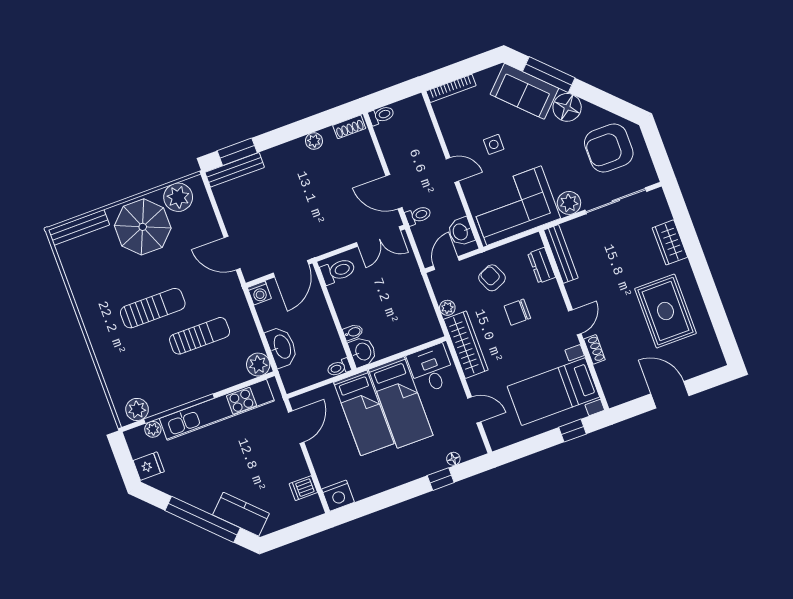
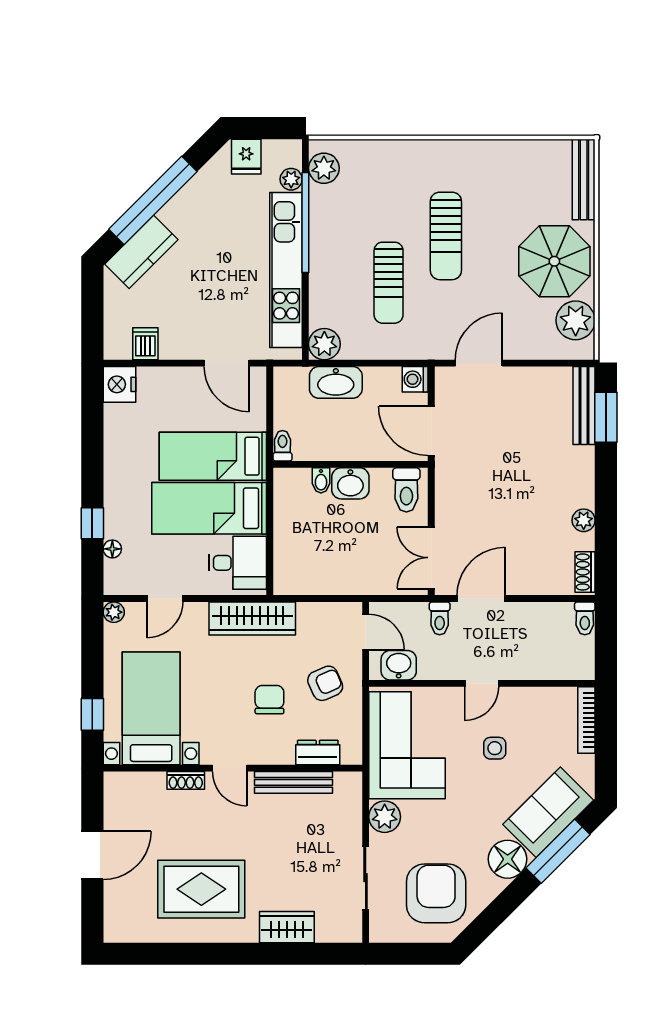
sliding door: (616, 201) -> (366, 878), width x0.73
bench: (561, 254) -> (294, 782), moved
plant: (447, 308) -> (114, 612), moved
washbasin: (363, 352) -> (350, 483), moved

